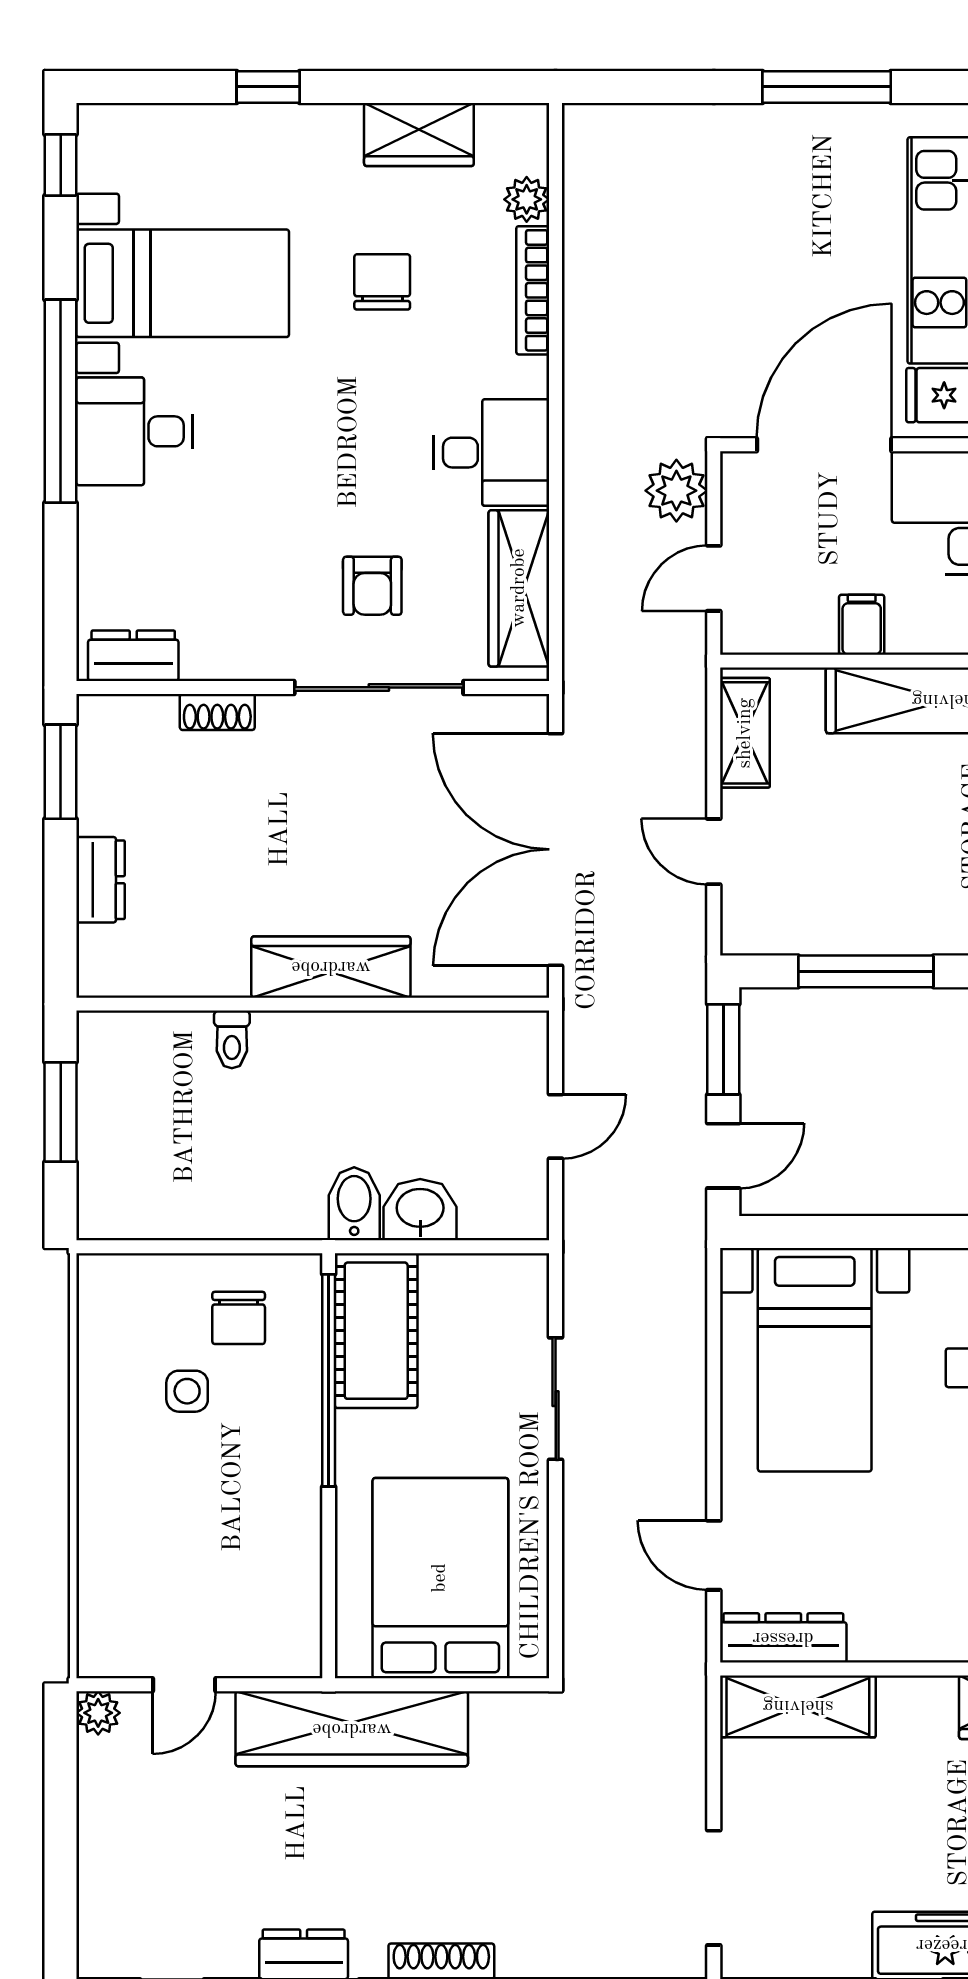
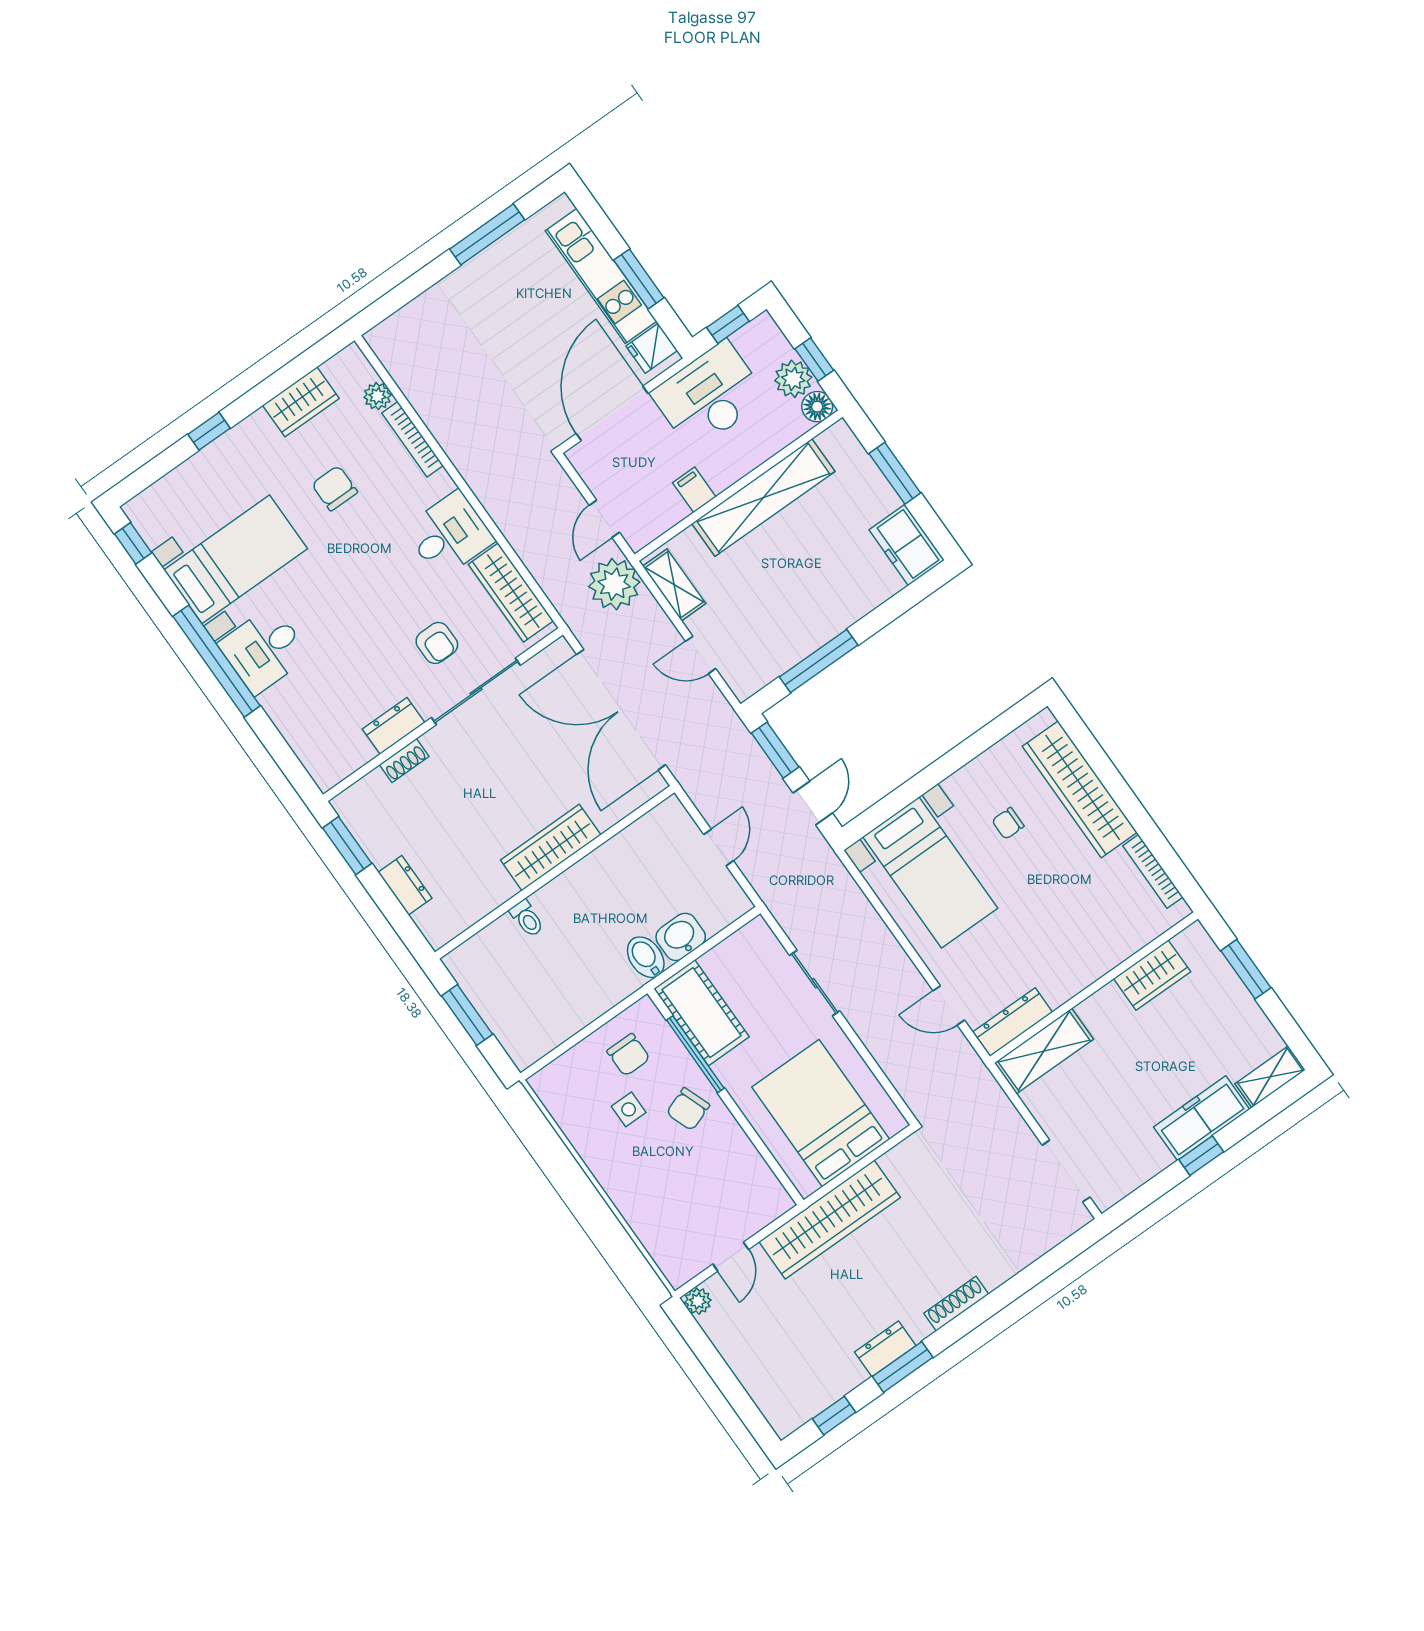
plant: (676, 491) -> (614, 584), moved, width x1.36, depth x1.36
dresser: (133, 656) -> (394, 726), moved
window: (329, 1380) -> (695, 1054), width x0.68
chair: (267, 1447) -> (688, 1109), added

